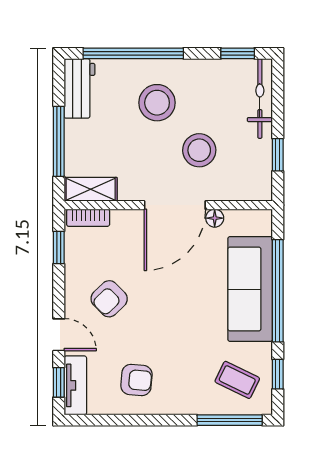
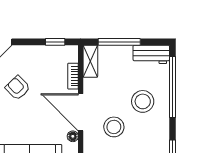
bookcase: (88, 218) -> (73, 76), moved
armchair: (109, 299) -> (18, 88), moved

